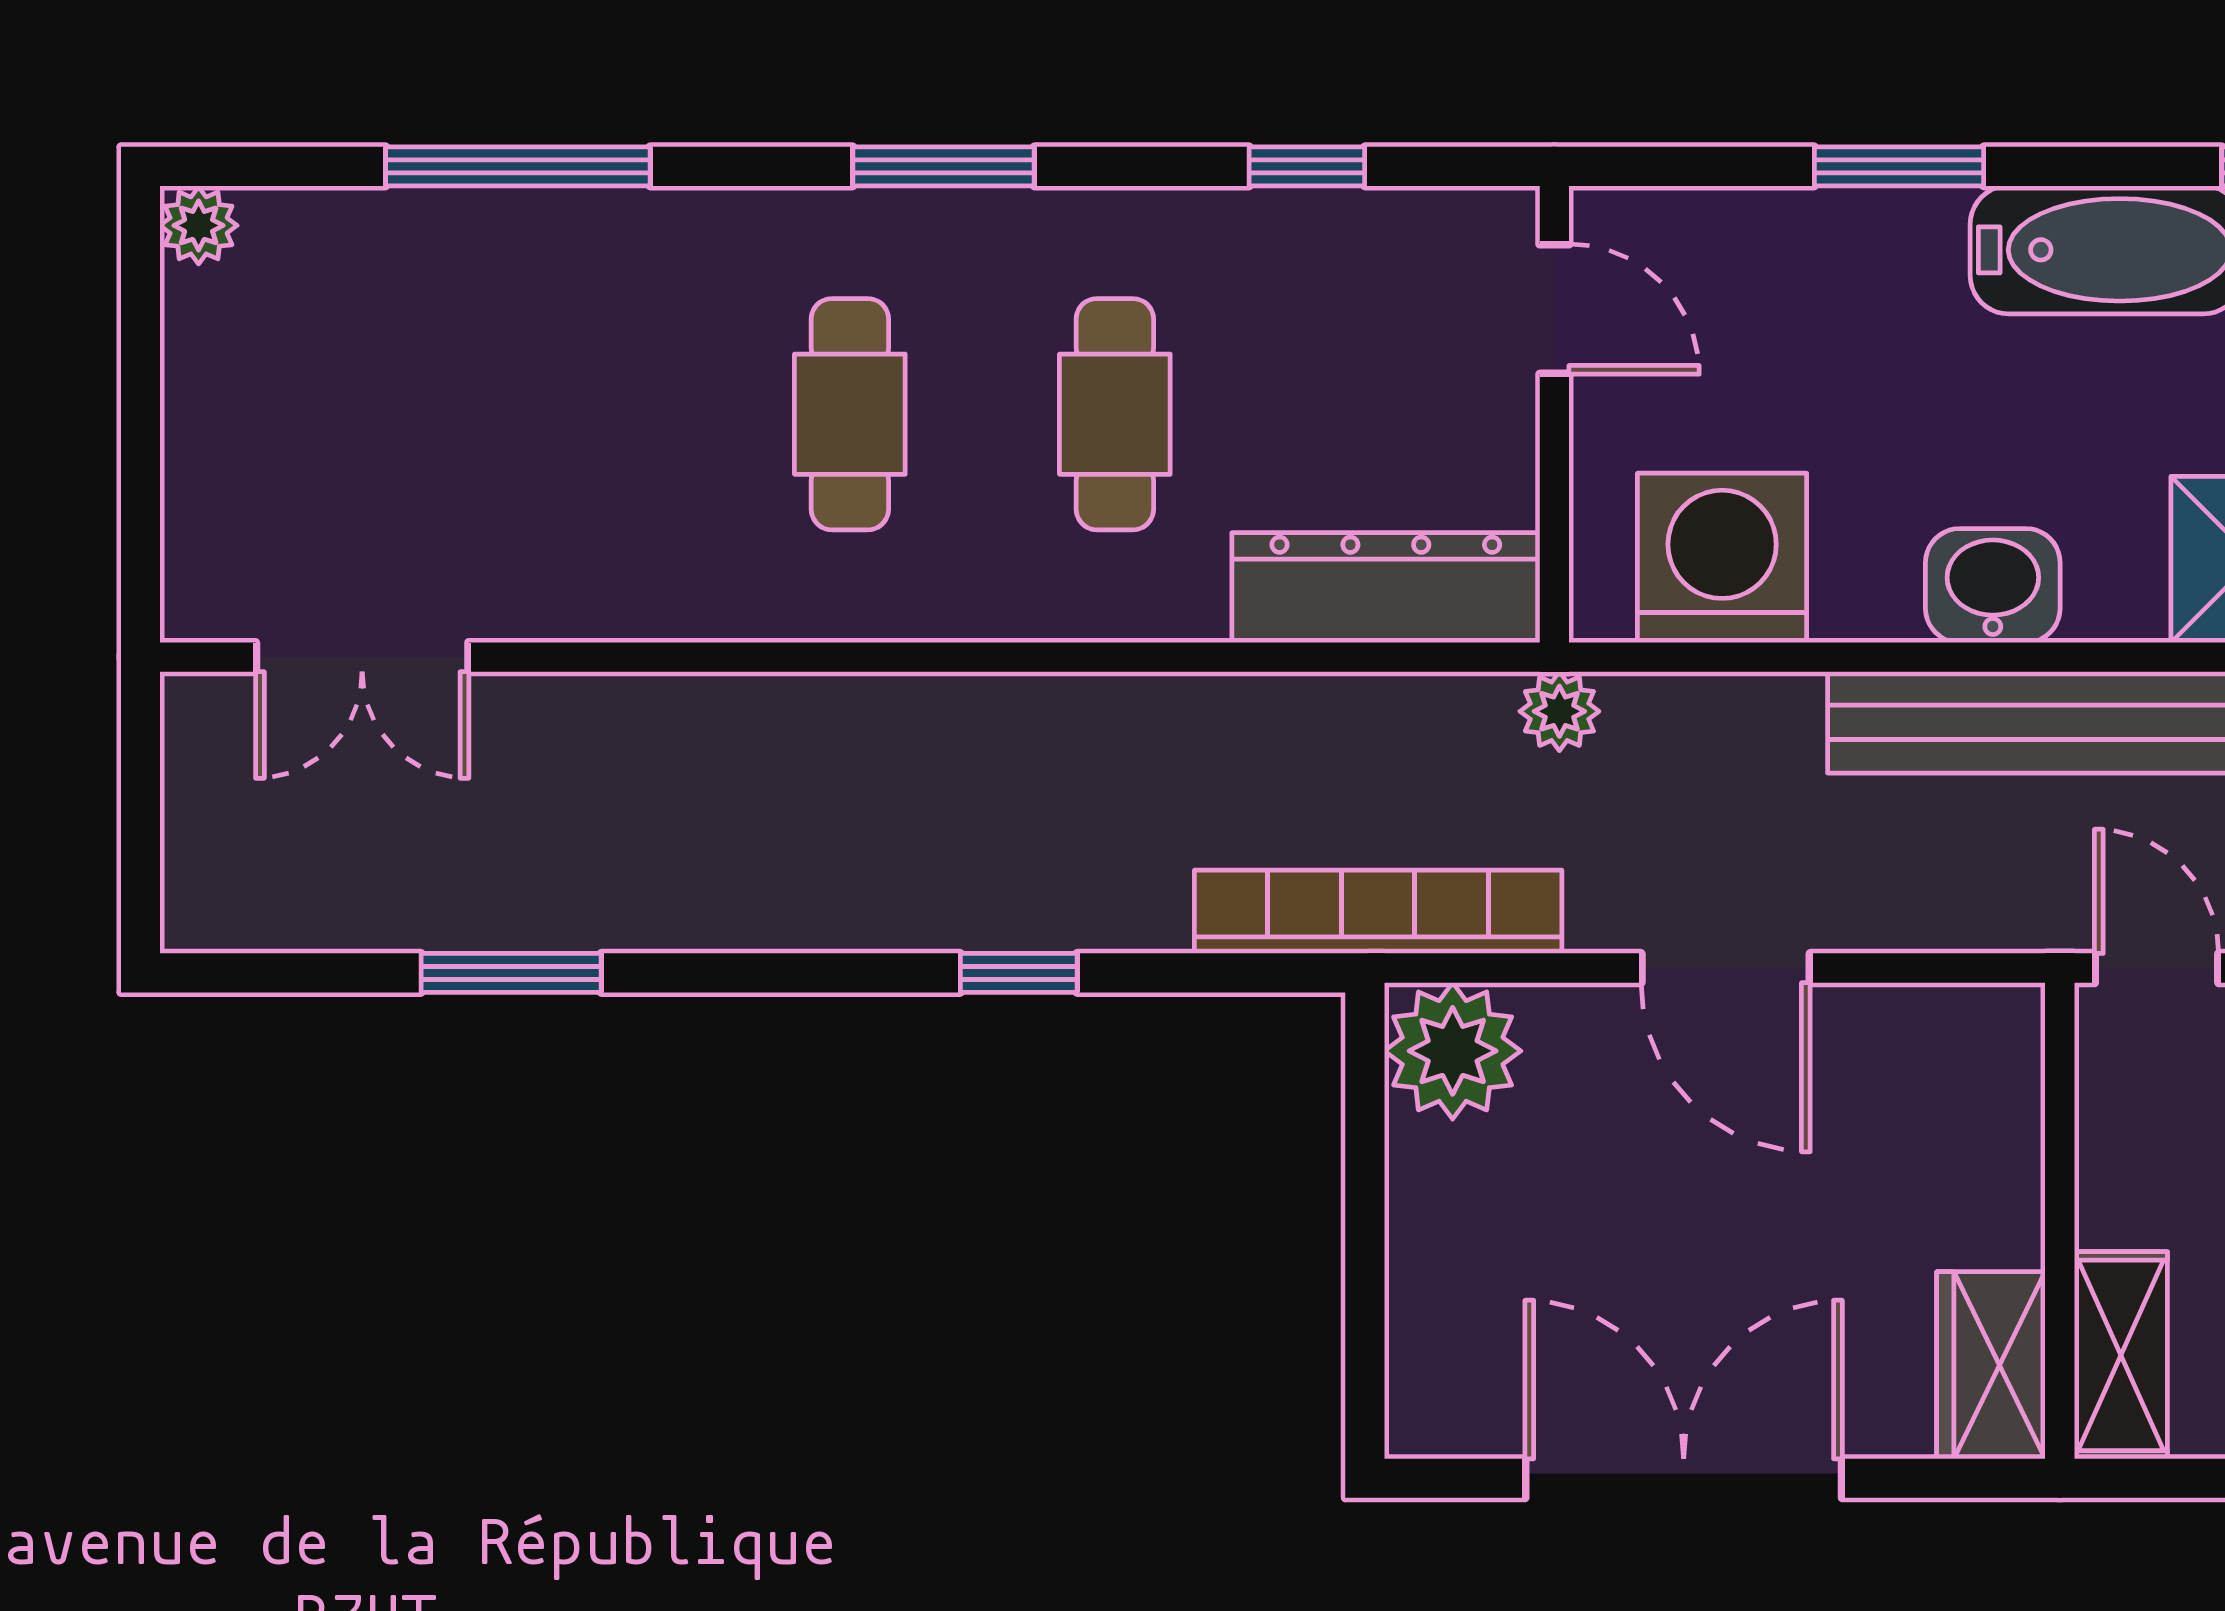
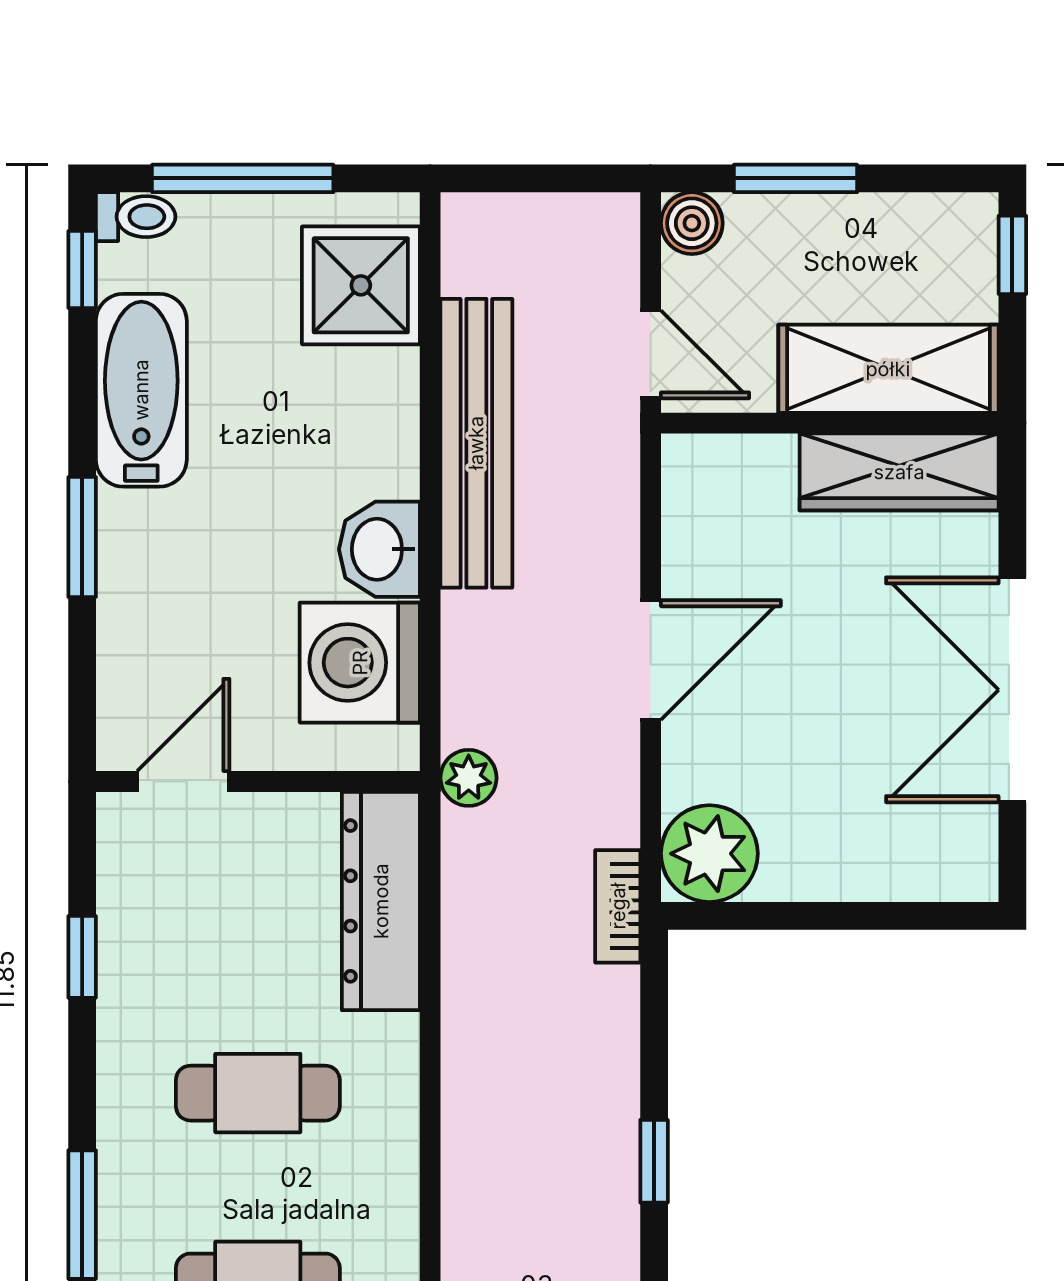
washbasin: (1993, 586) -> (379, 549), moved
bookcase: (1378, 912) -> (618, 906), width x0.43, depth x0.76
door: (2157, 968) -> (651, 354), swing flipped
shelving: (2121, 1355) -> (888, 369), width x1.50, depth x1.33
wardrobe: (1991, 1365) -> (899, 472), width x1.50

